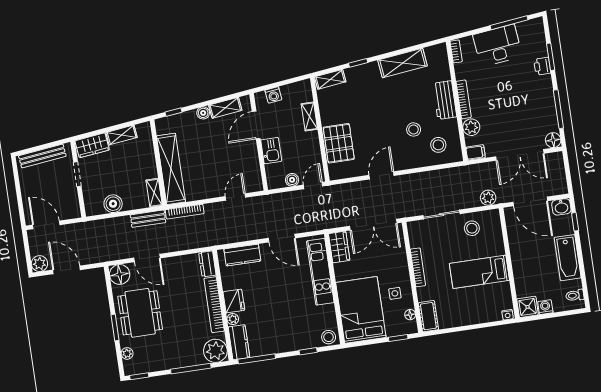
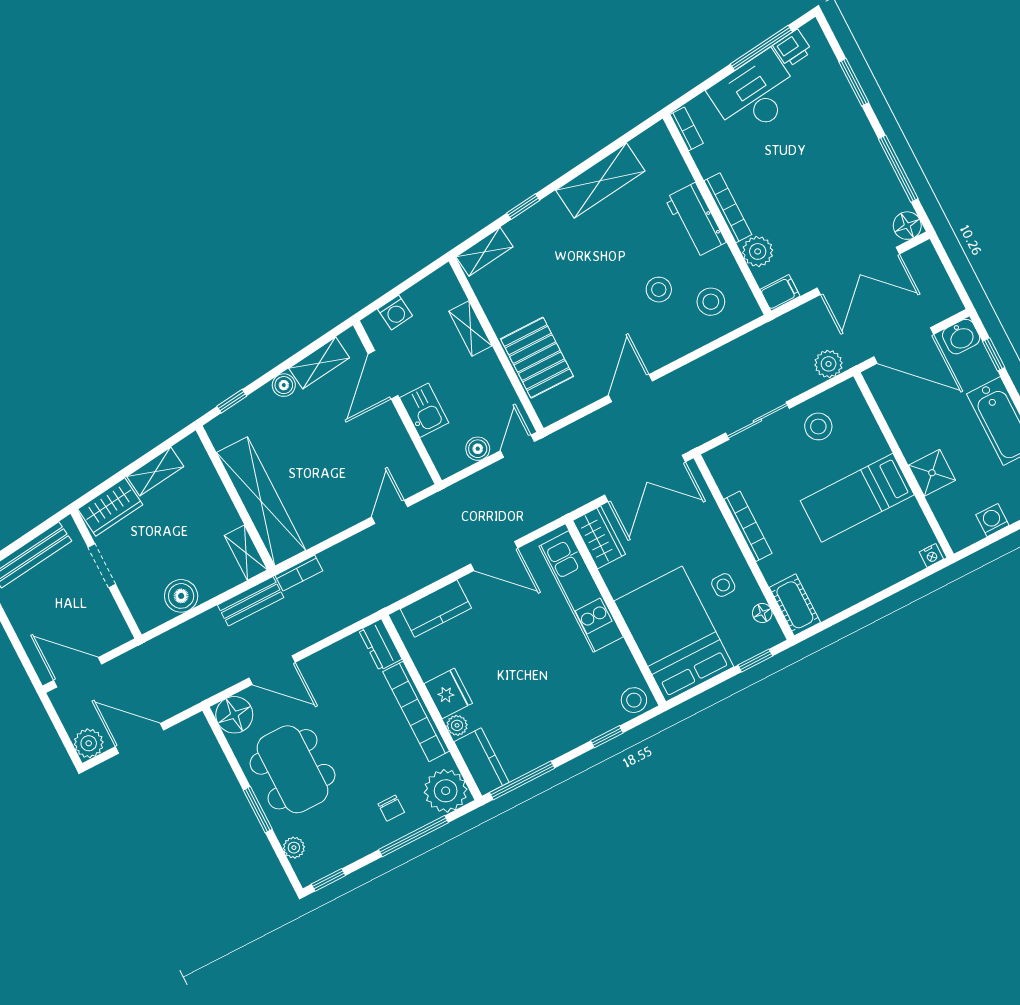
printer: (542, 66) -> (792, 48), moved, turned -97
bookcase: (185, 212) -> (299, 573), width x0.64
shower: (528, 307) -> (932, 473), moved
chair: (184, 350) -> (391, 808), added

